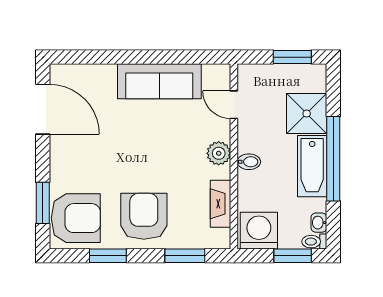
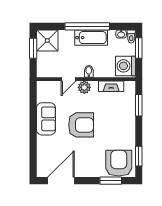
sofa: (159, 81) -> (46, 119), width x0.73
door: (234, 105) -> (69, 79), moved
shower: (307, 114) -> (47, 41), moved
armchair: (144, 216) -> (81, 125), moved, turned 180
window: (108, 256) -> (139, 156), moved

